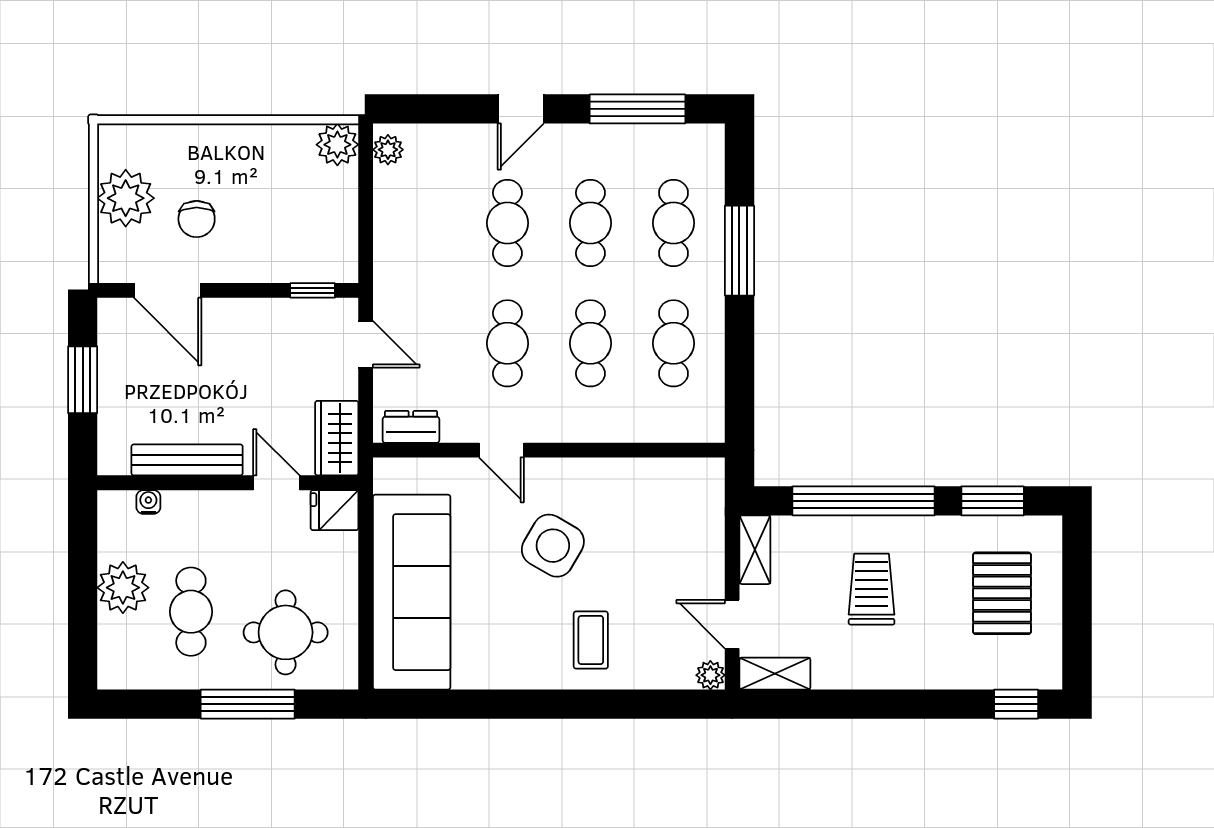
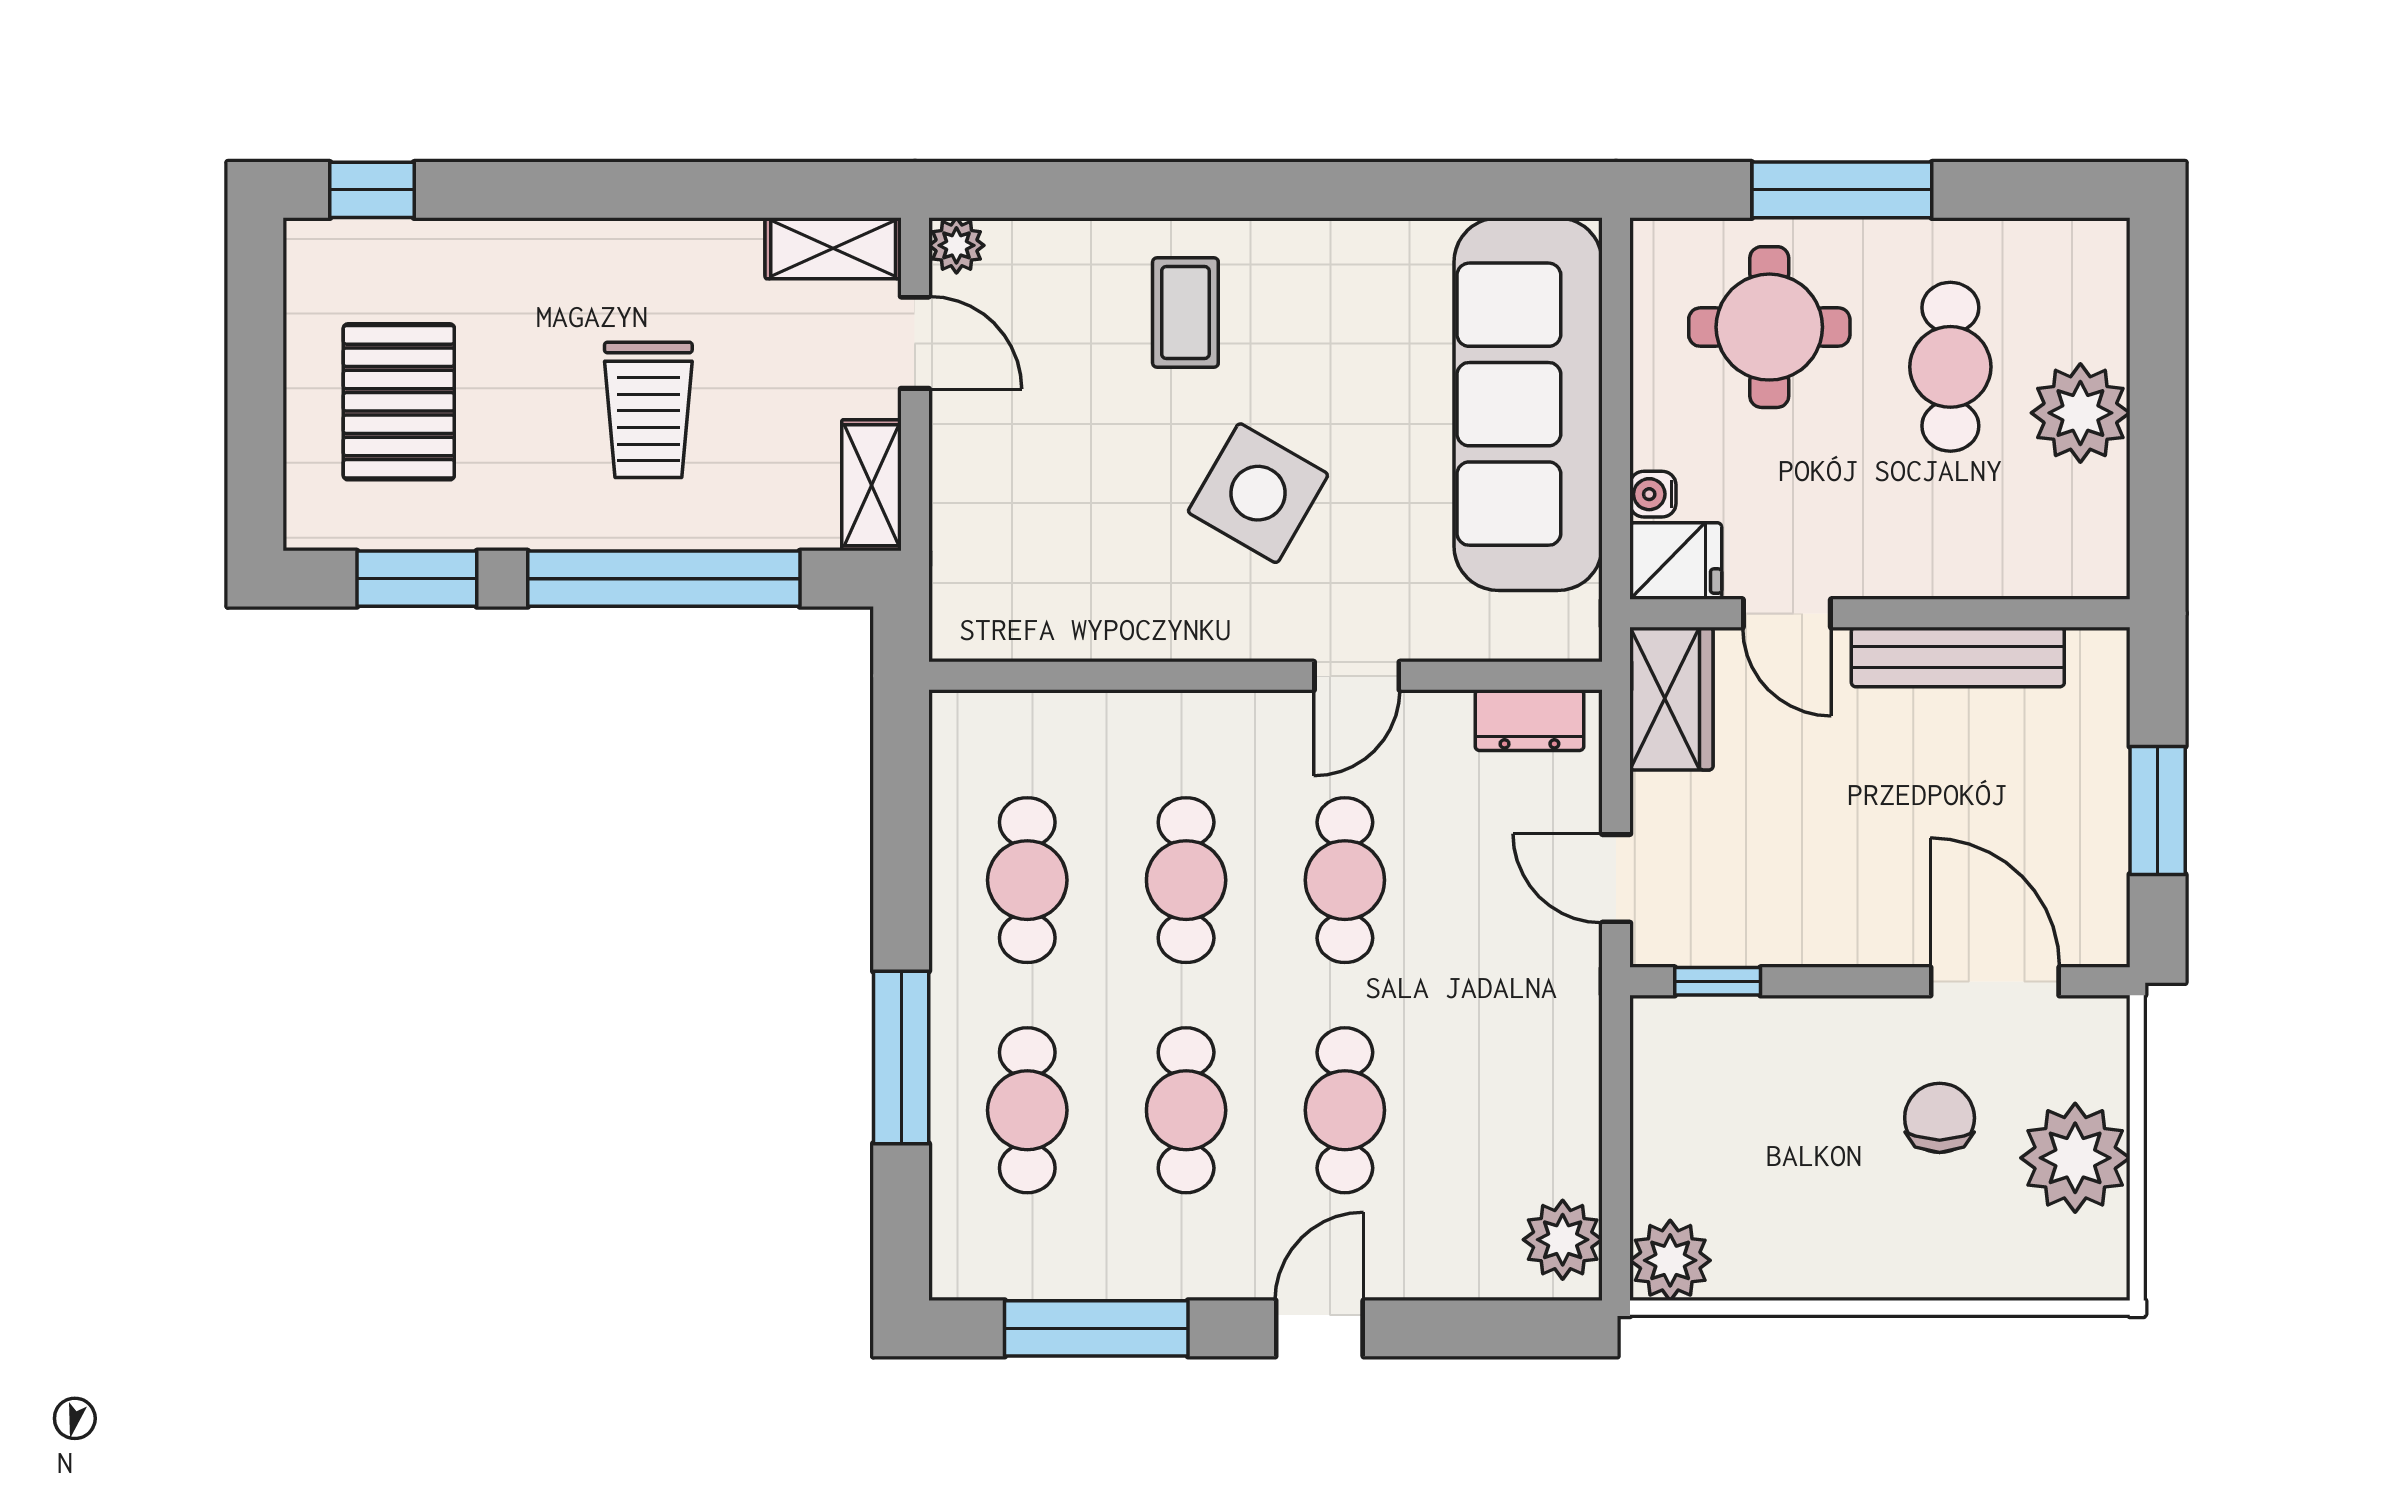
plant: (388, 150) -> (1563, 1240), width x1.38, depth x1.38
door: (501, 450) -> (1357, 676), swing flipped
water cooler: (148, 502) -> (1653, 494), moved, turned 90

